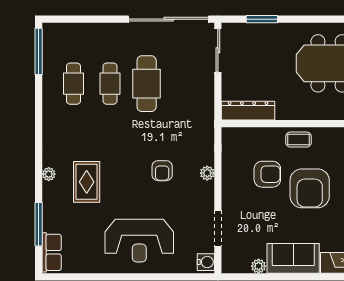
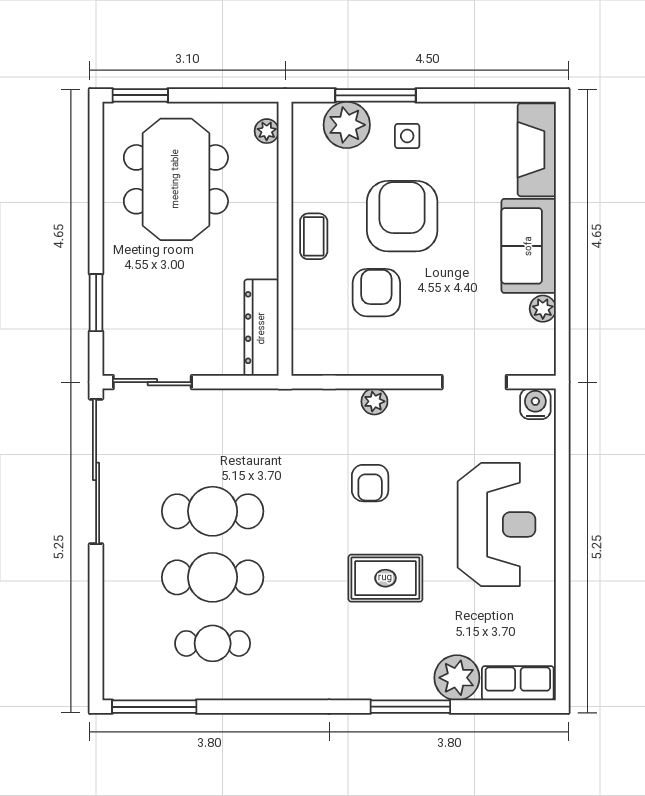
cafe table: (110, 84) -> (213, 577), width x1.37, depth x1.35
armchair: (162, 171) -> (370, 483), turned 90
plant: (49, 174) -> (457, 678), moved, width x1.88, depth x1.88
rug: (87, 182) -> (385, 578), moved
armchair: (310, 188) -> (402, 216), turned -90
window: (39, 224) -> (410, 707), moved

